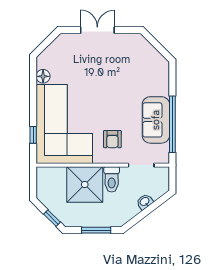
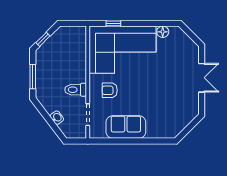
window: (172, 124) -> (122, 141), removed
shower: (85, 184) -> (71, 67), removed

